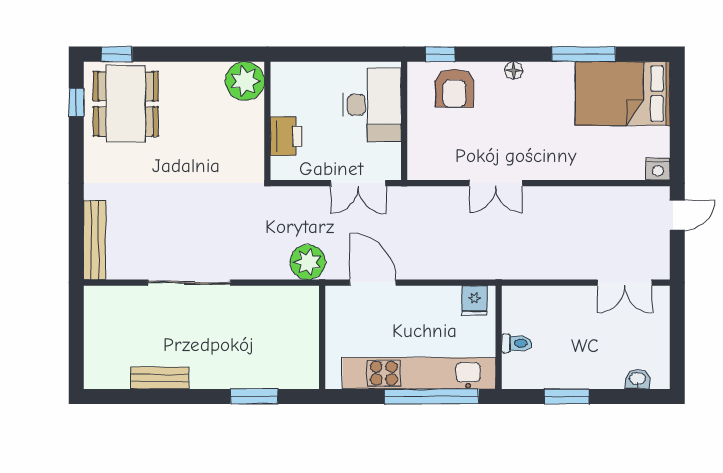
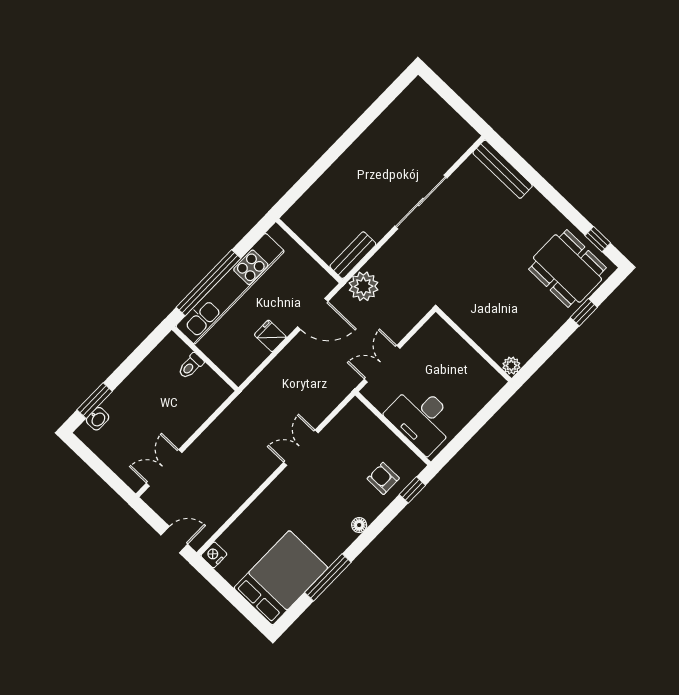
window: (117, 54) -> (584, 312), moved
plant: (245, 81) -> (511, 366), width x0.53, depth x0.53
armchair: (454, 88) -> (383, 478), width x0.72, depth x0.72
printer: (286, 136) -> (453, 347), removed
door: (677, 215) -> (174, 540), swing flipped
fridge: (475, 301) -> (270, 336), moved
bench: (160, 378) -> (353, 255), moved
window: (254, 396) -> (313, 174), removed
window: (567, 396) -> (95, 401), moved

